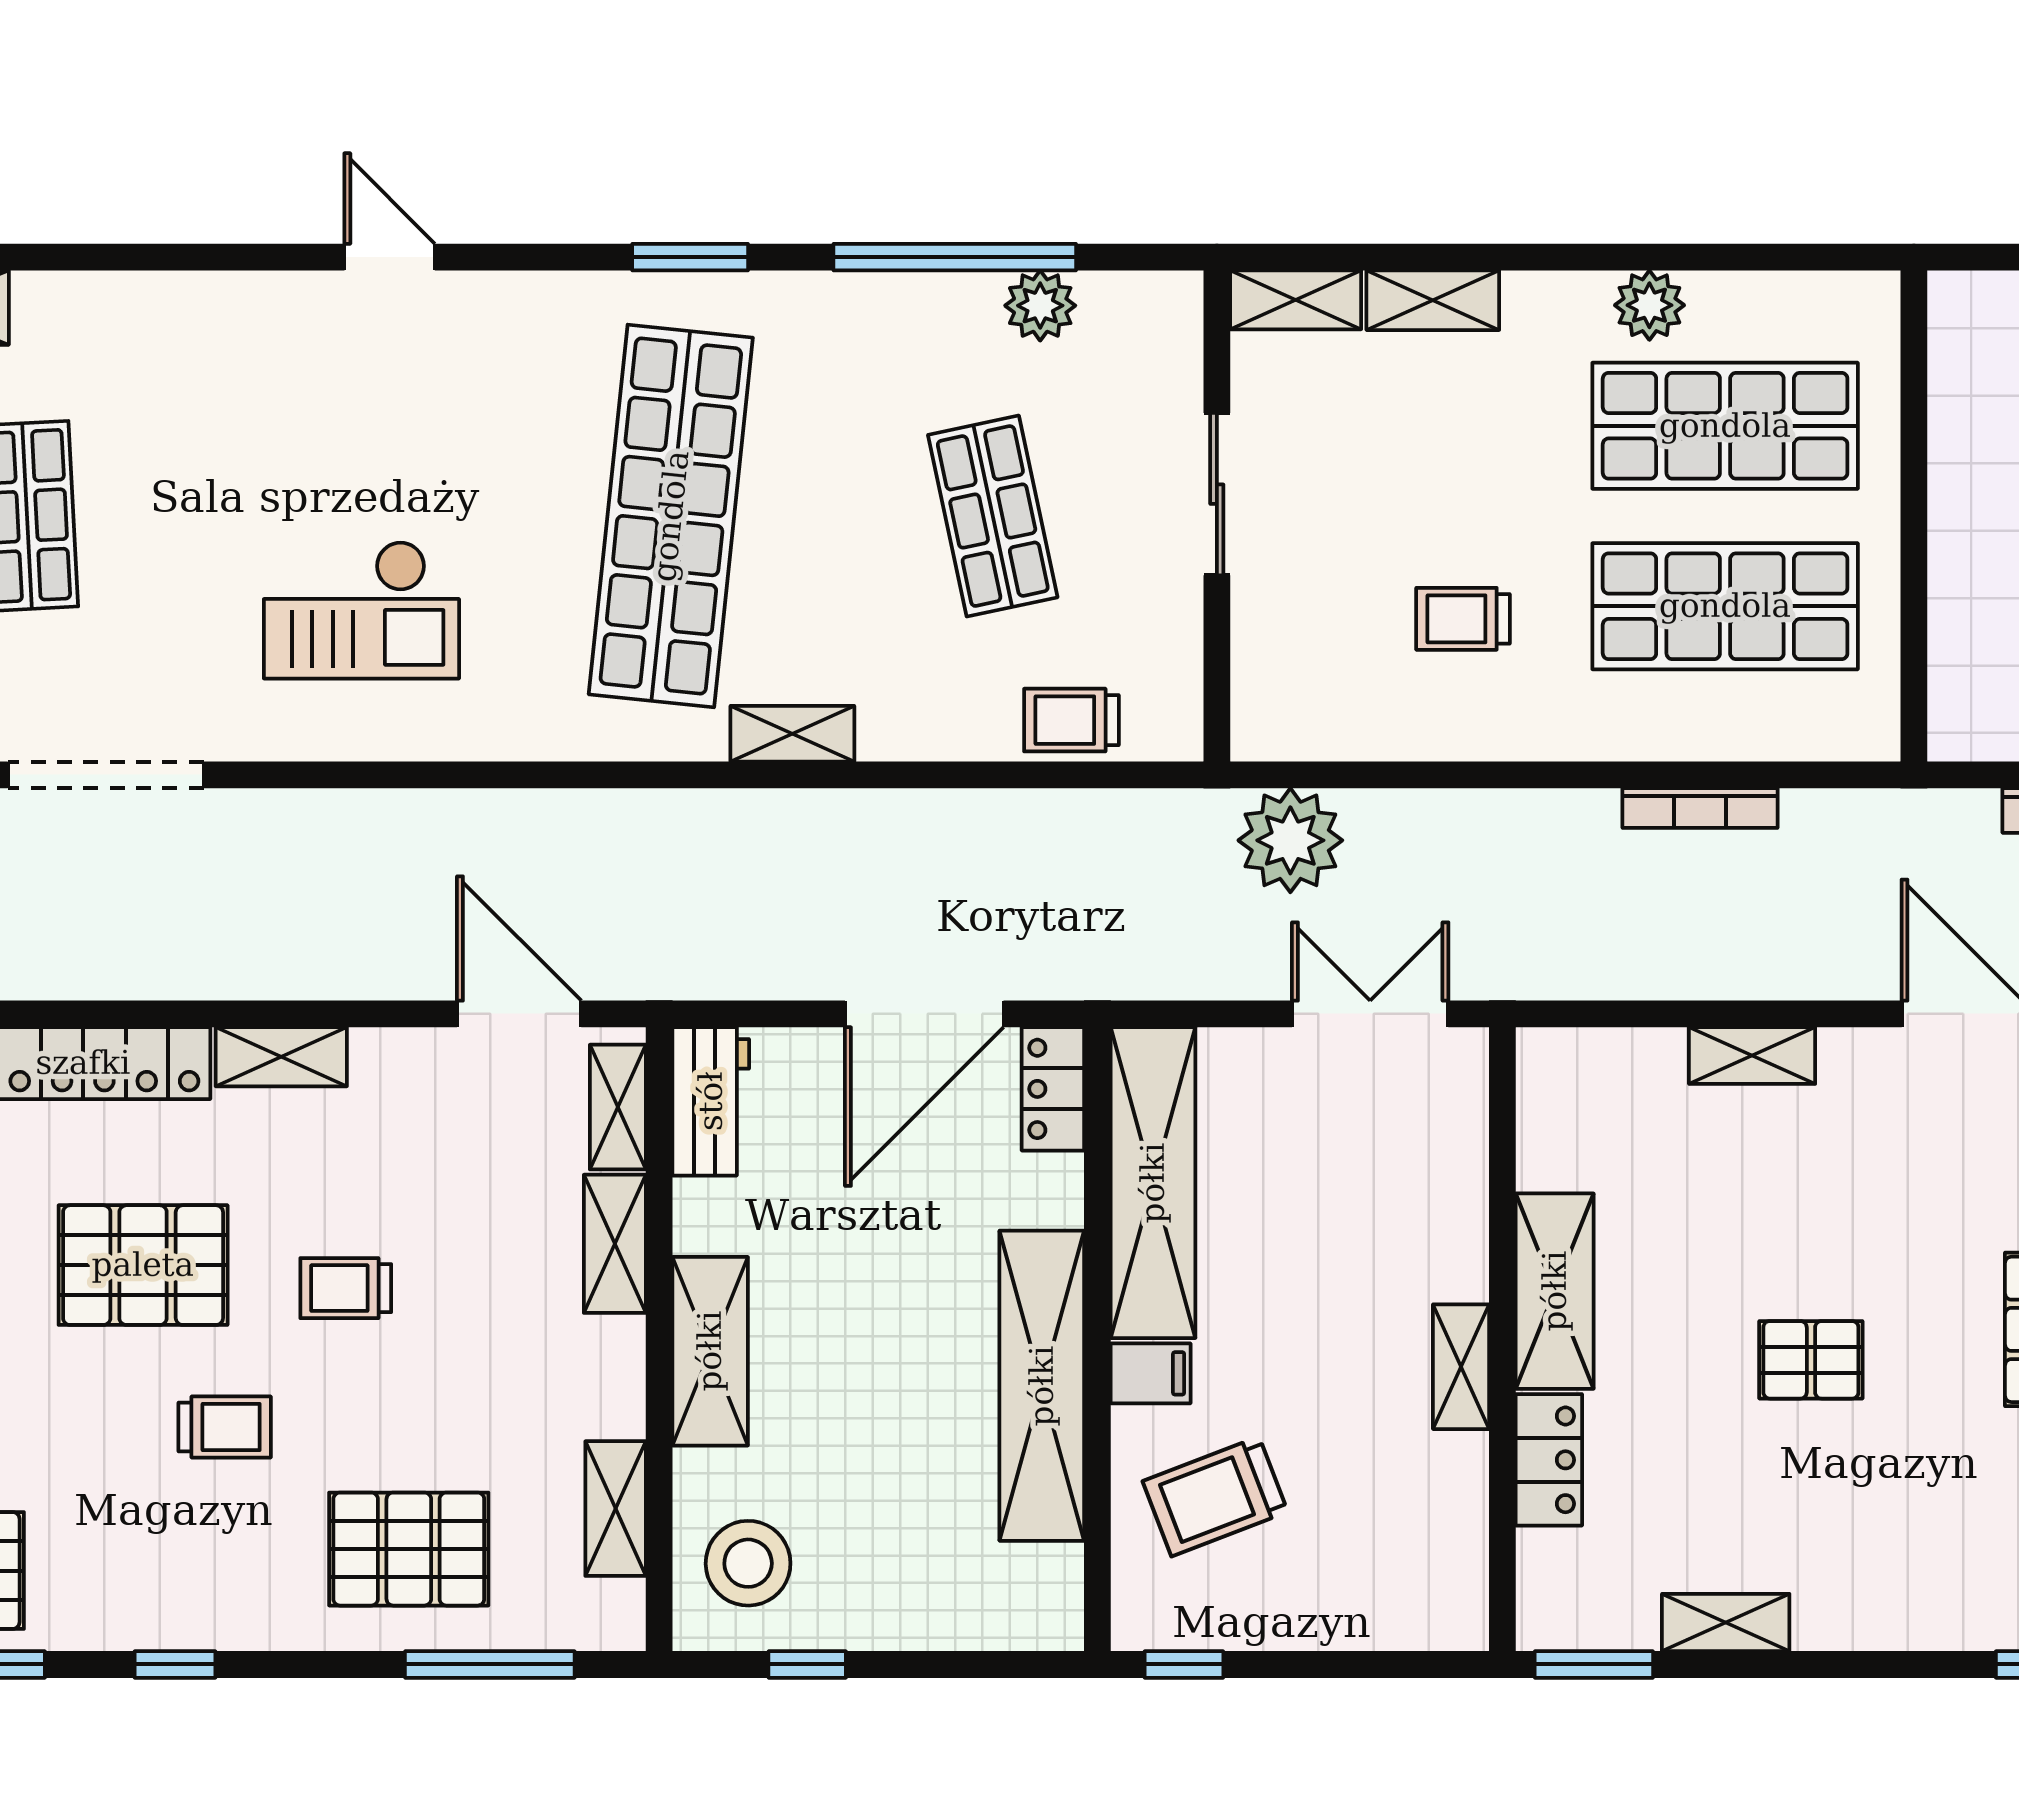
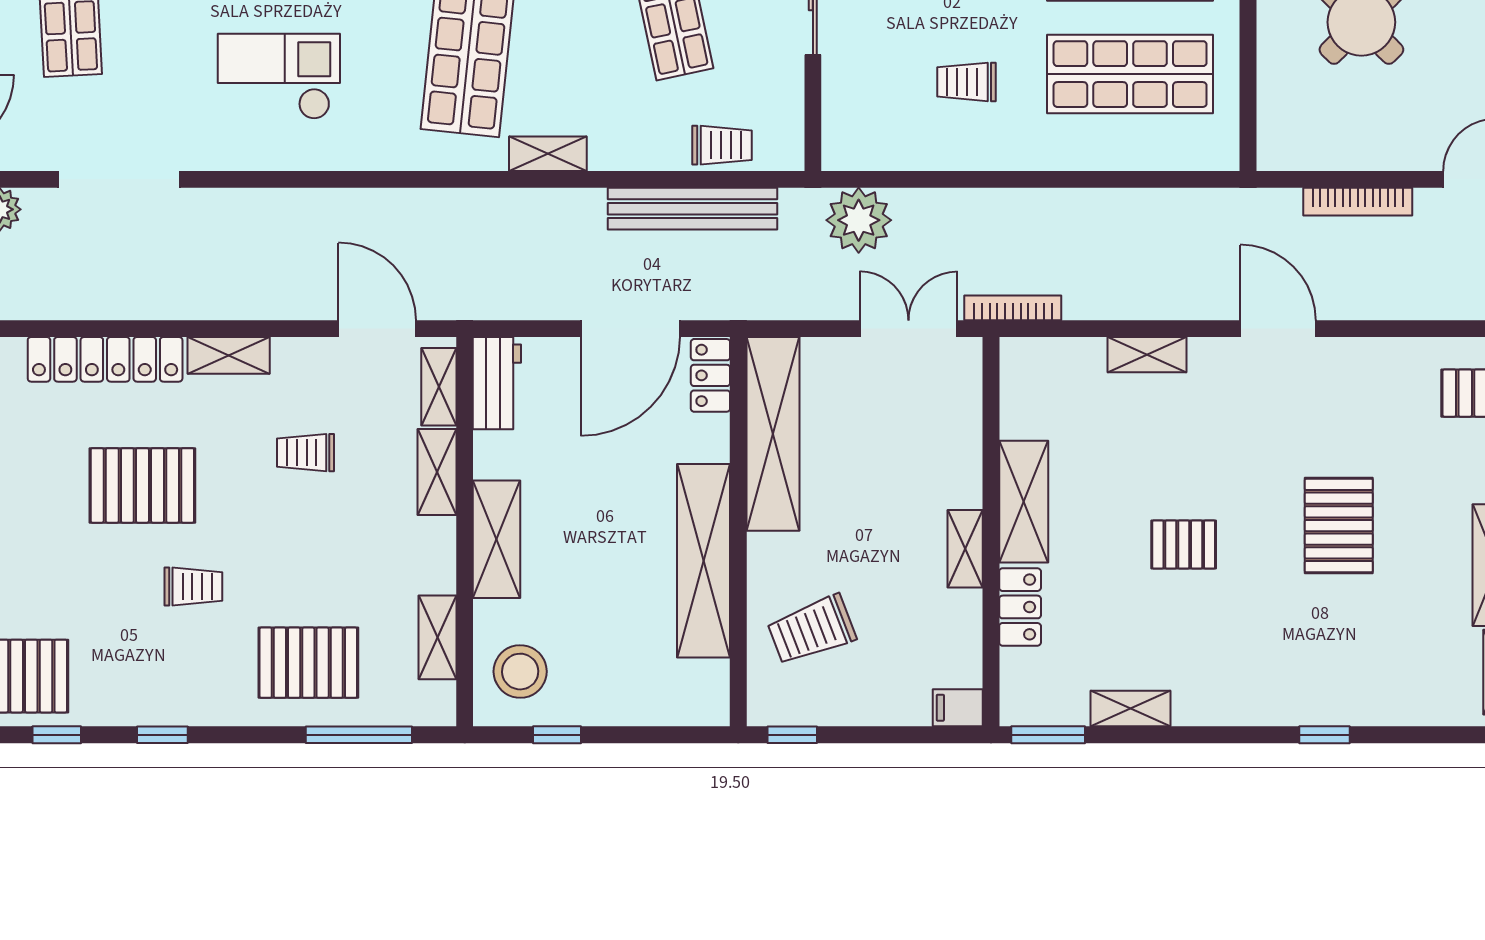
checkout: (361, 610) -> (279, 76), turned 180
trolley: (1071, 720) -> (722, 145), turned 180
bookcase: (1700, 808) -> (1013, 308), moved, turned 180
bench: (1024, 822) -> (693, 209), added
trolley: (346, 1288) -> (306, 453), moved
filing cabinet: (1151, 1373) -> (958, 708), moved, turned 180

